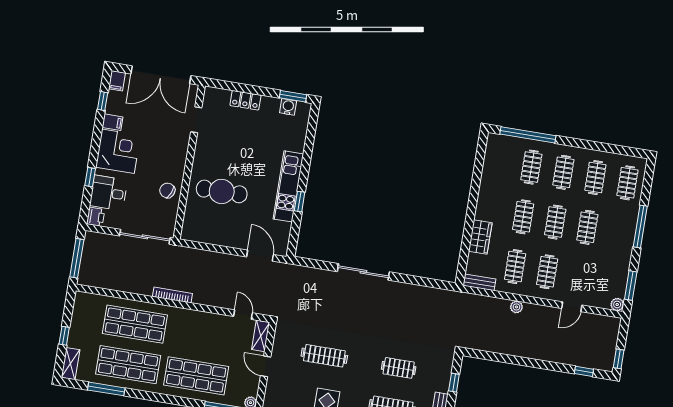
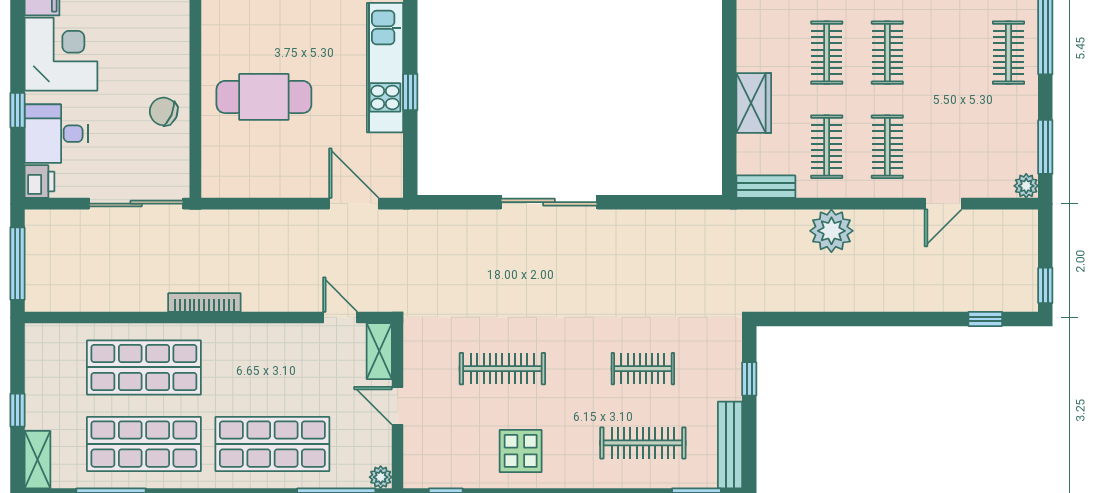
clothes rail: (587, 227) -> (1009, 53), moved
plant: (516, 307) -> (831, 231), width x1.87, depth x1.87

